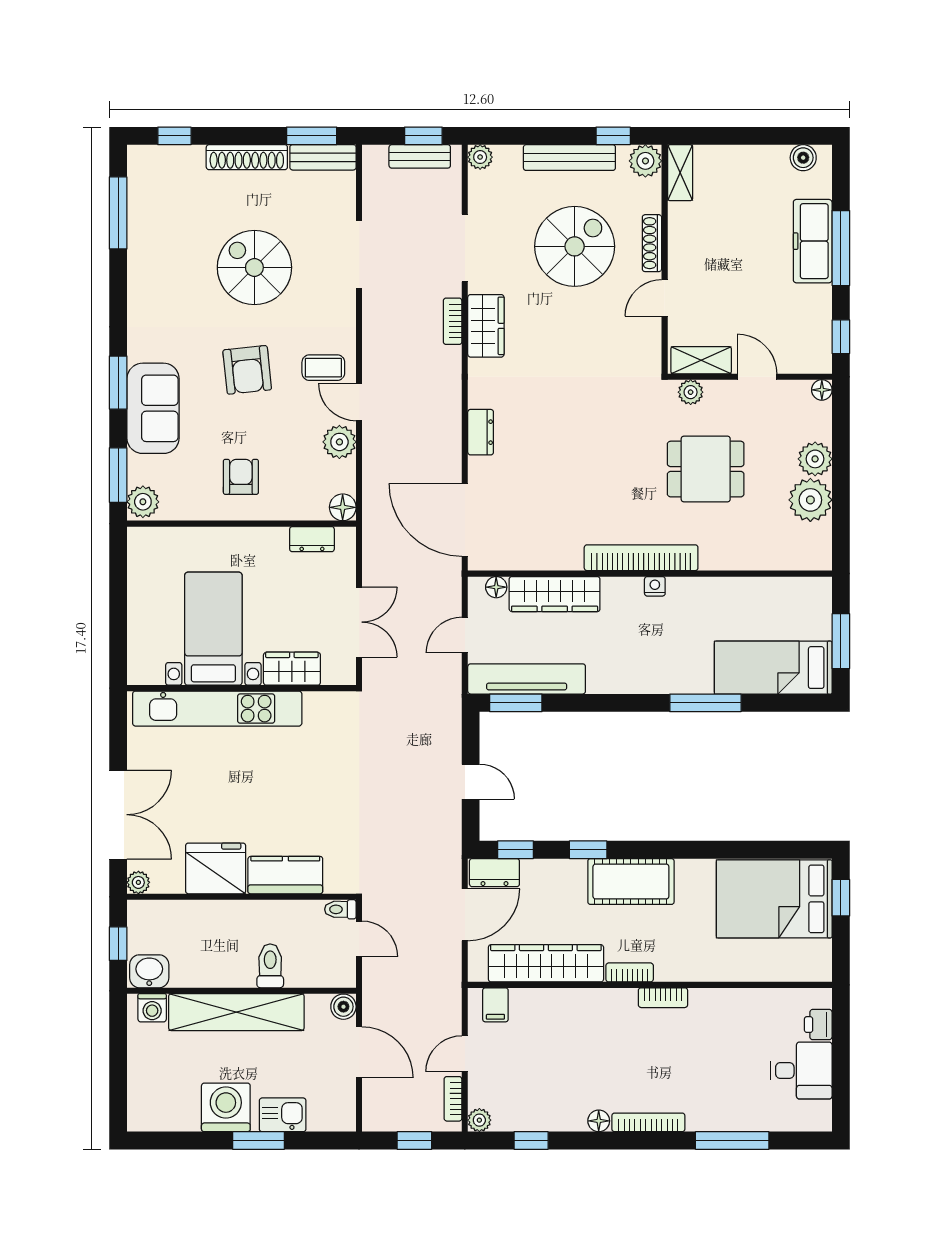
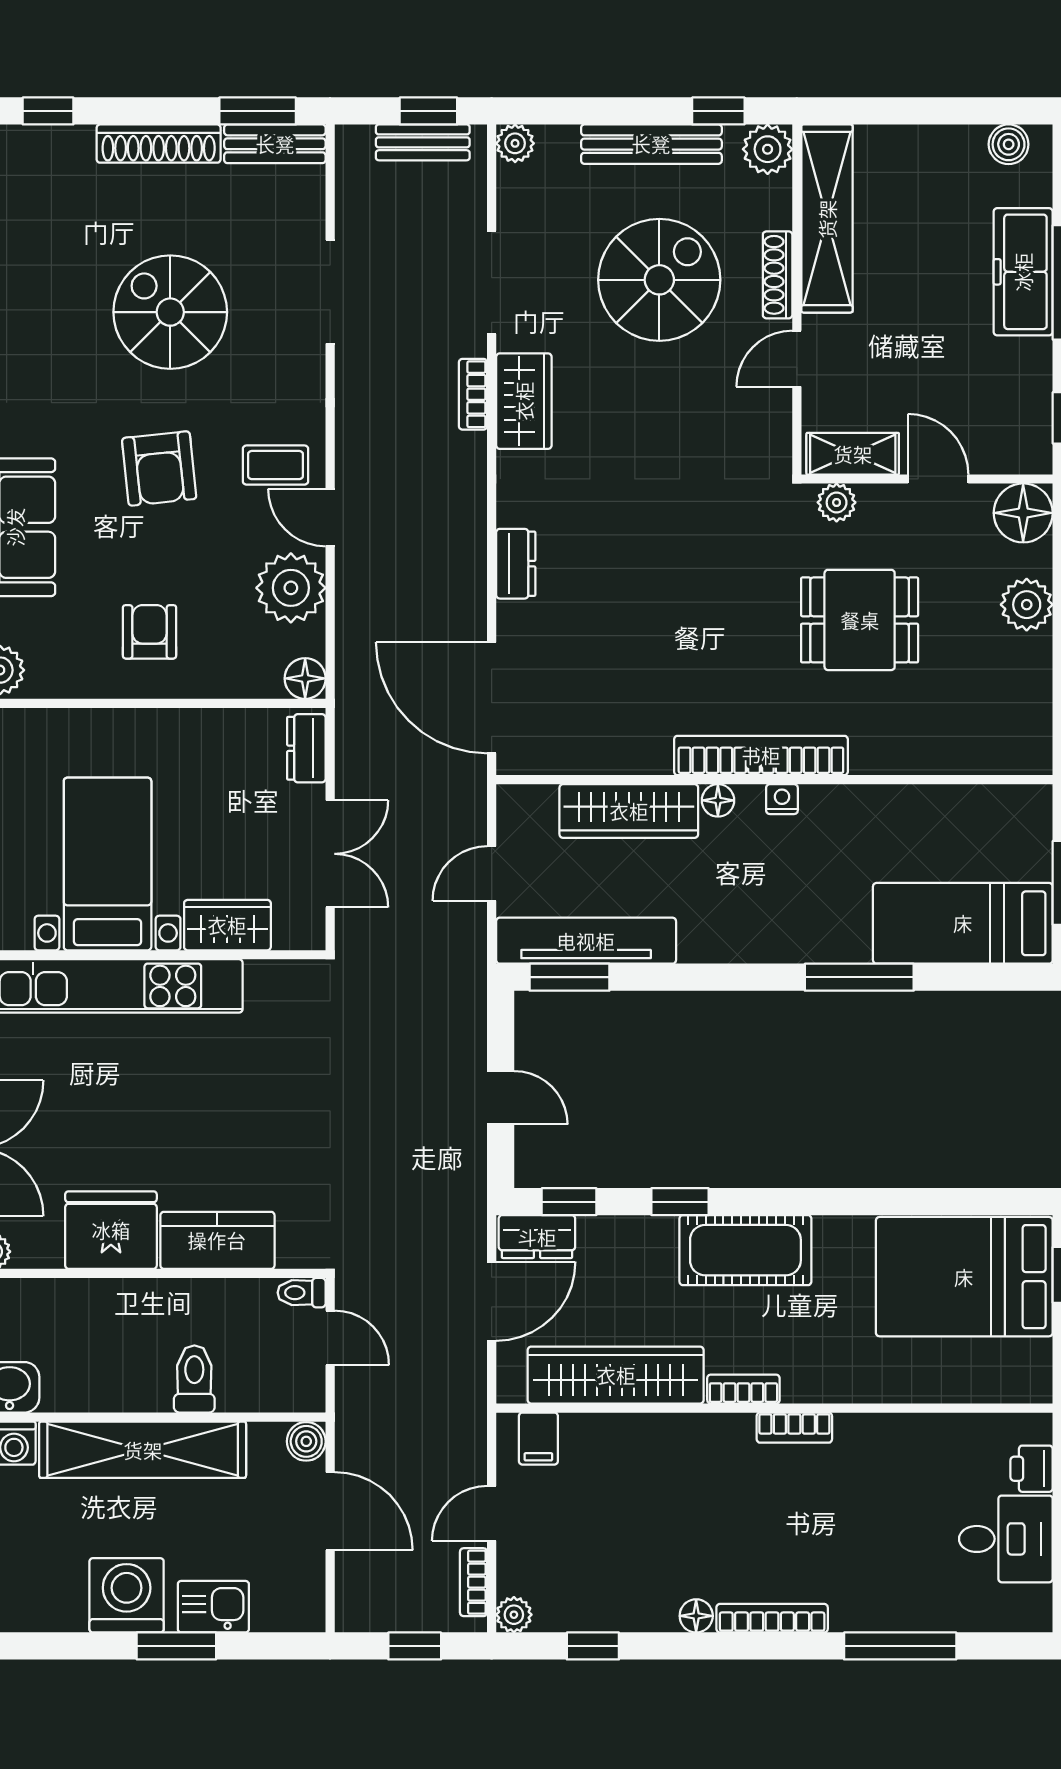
shelving: (680, 173) -> (827, 219), width x2.20, depth x1.33
floor lamp: (822, 390) -> (1023, 513), width x1.89, depth x1.89
plant: (339, 442) -> (291, 588), width x1.36, depth x1.36
plant: (810, 500) -> (1020, 667), removed
dresser: (312, 539) -> (306, 748), moved, turned 90
floor lamp: (496, 587) -> (718, 800), moved

